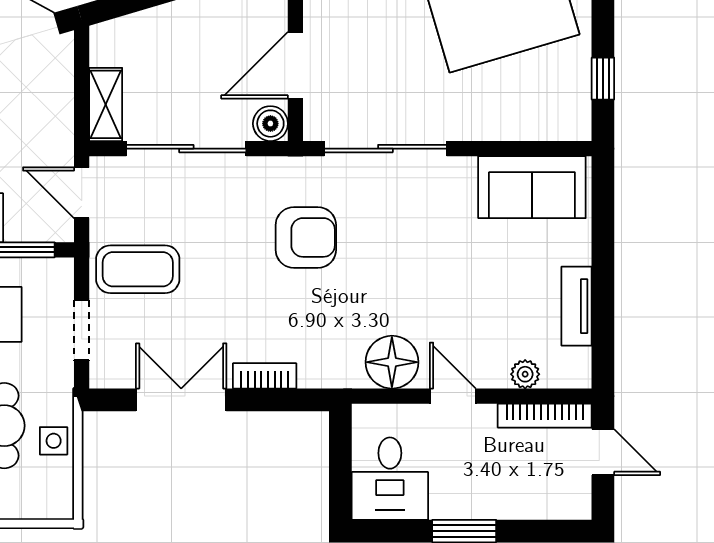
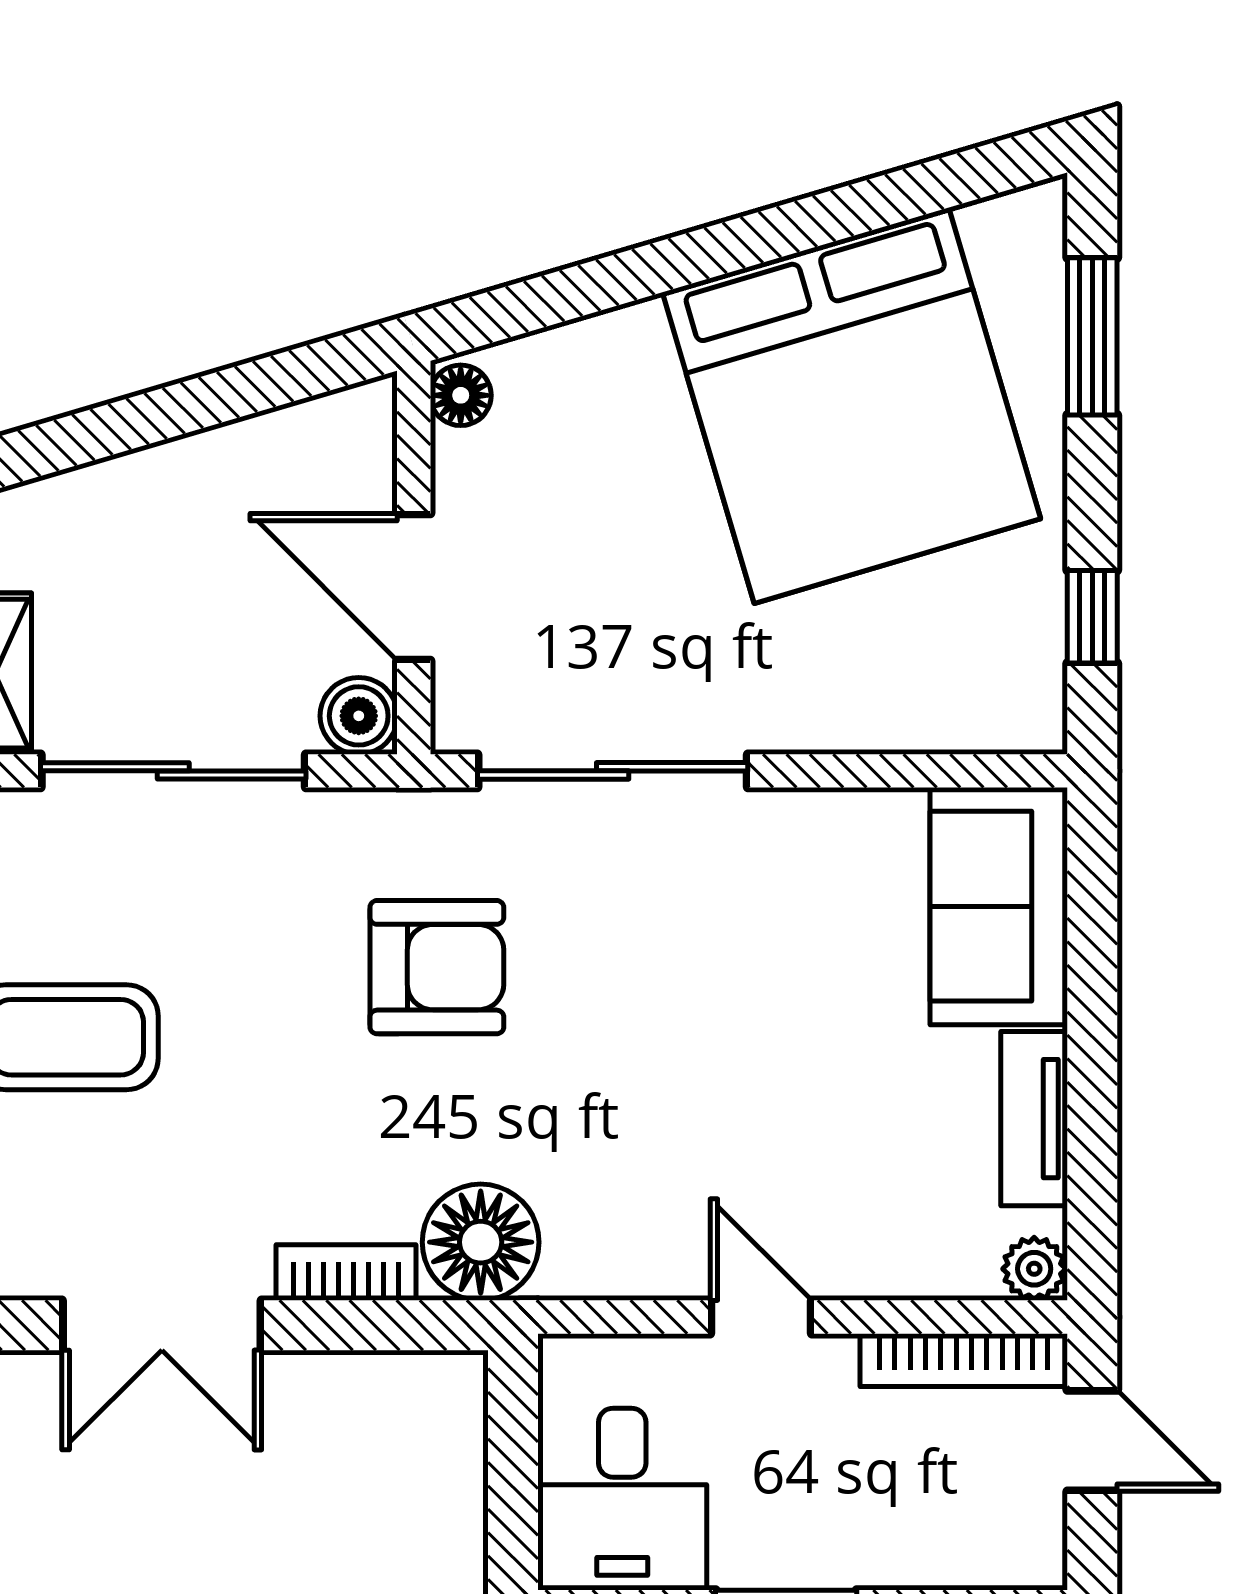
door: (295, 65) -> (414, 587), hinge flipped
sofa: (532, 187) -> (999, 906), moved, turned 90
floor lamp: (392, 362) -> (481, 1242), moved
plant: (525, 374) -> (1034, 1269), moved
double door: (181, 400) -> (162, 1325), swing flipped

